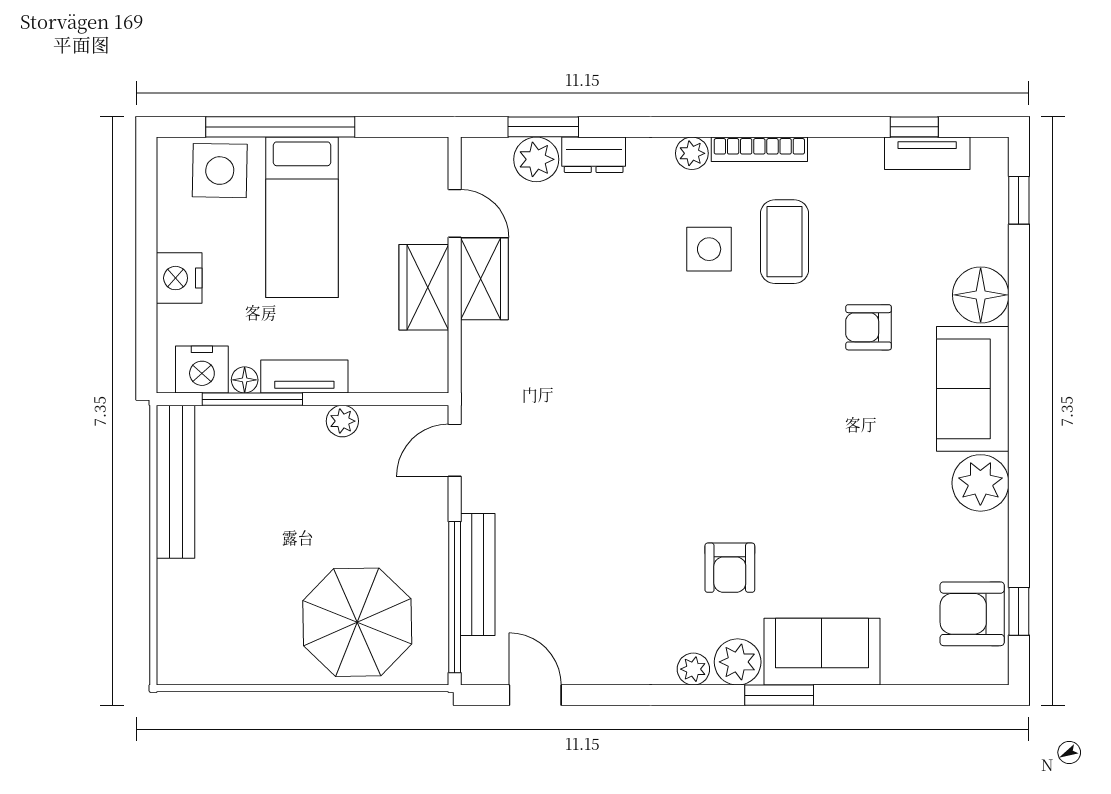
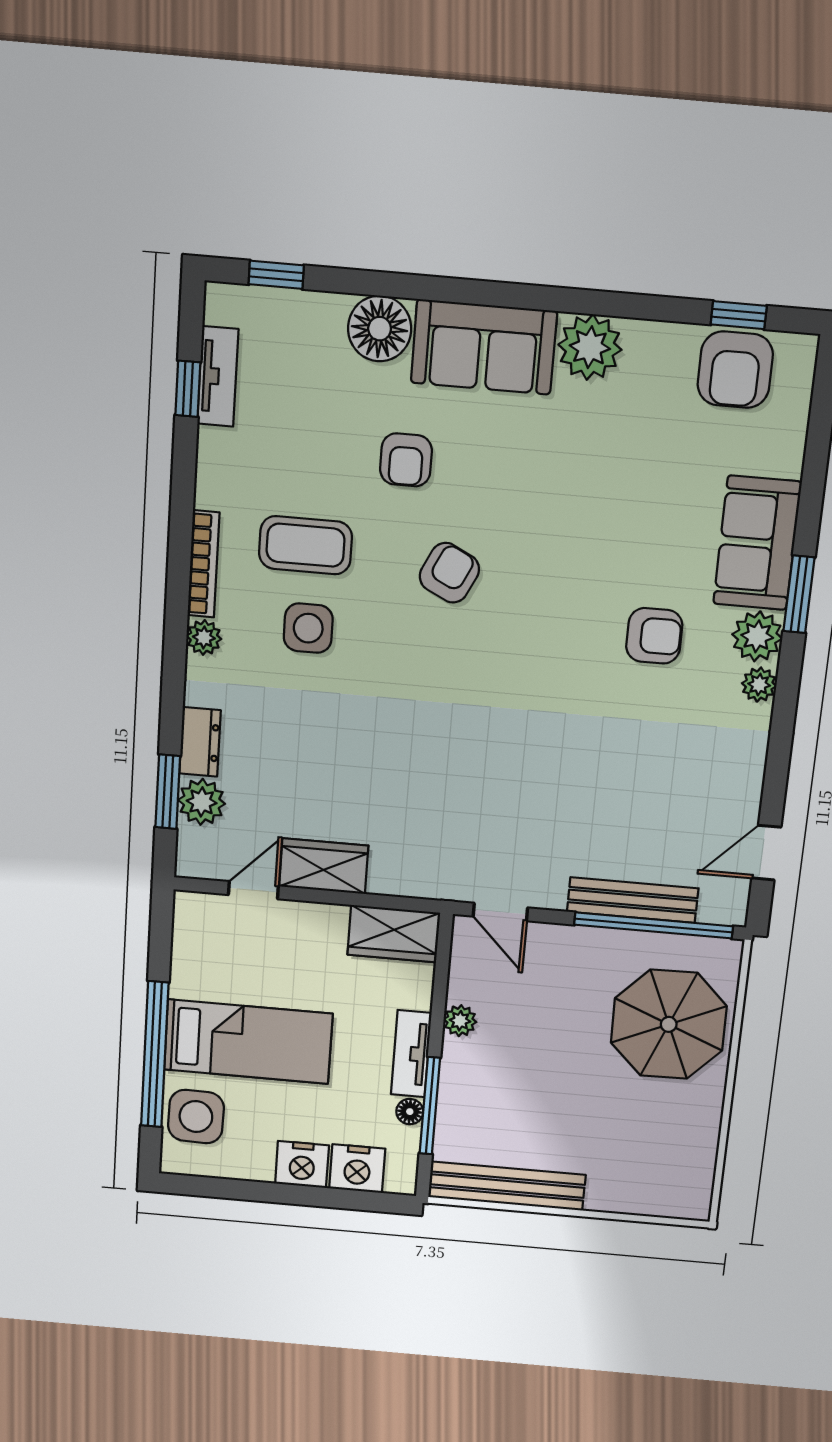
wardrobe: (424, 287) -> (394, 934), moved
nightstand: (202, 370) -> (357, 1169), moved, turned 90
armchair: (771, 375) -> (449, 573), added

